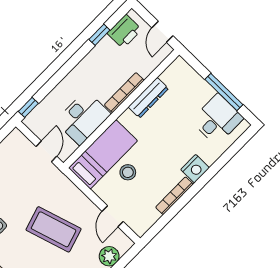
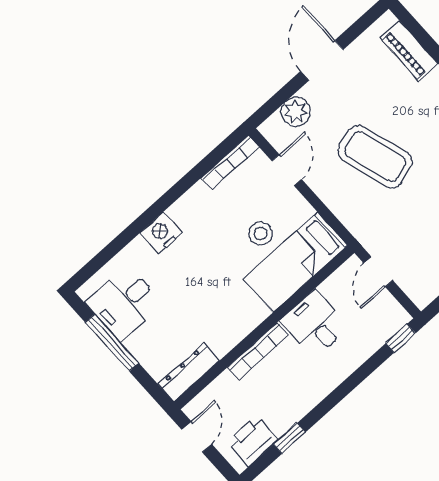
dresser: (148, 98) -> (189, 372), moved
desk: (83, 118) -> (315, 324), width x0.73
bookcase: (174, 196) -> (230, 162), moved

